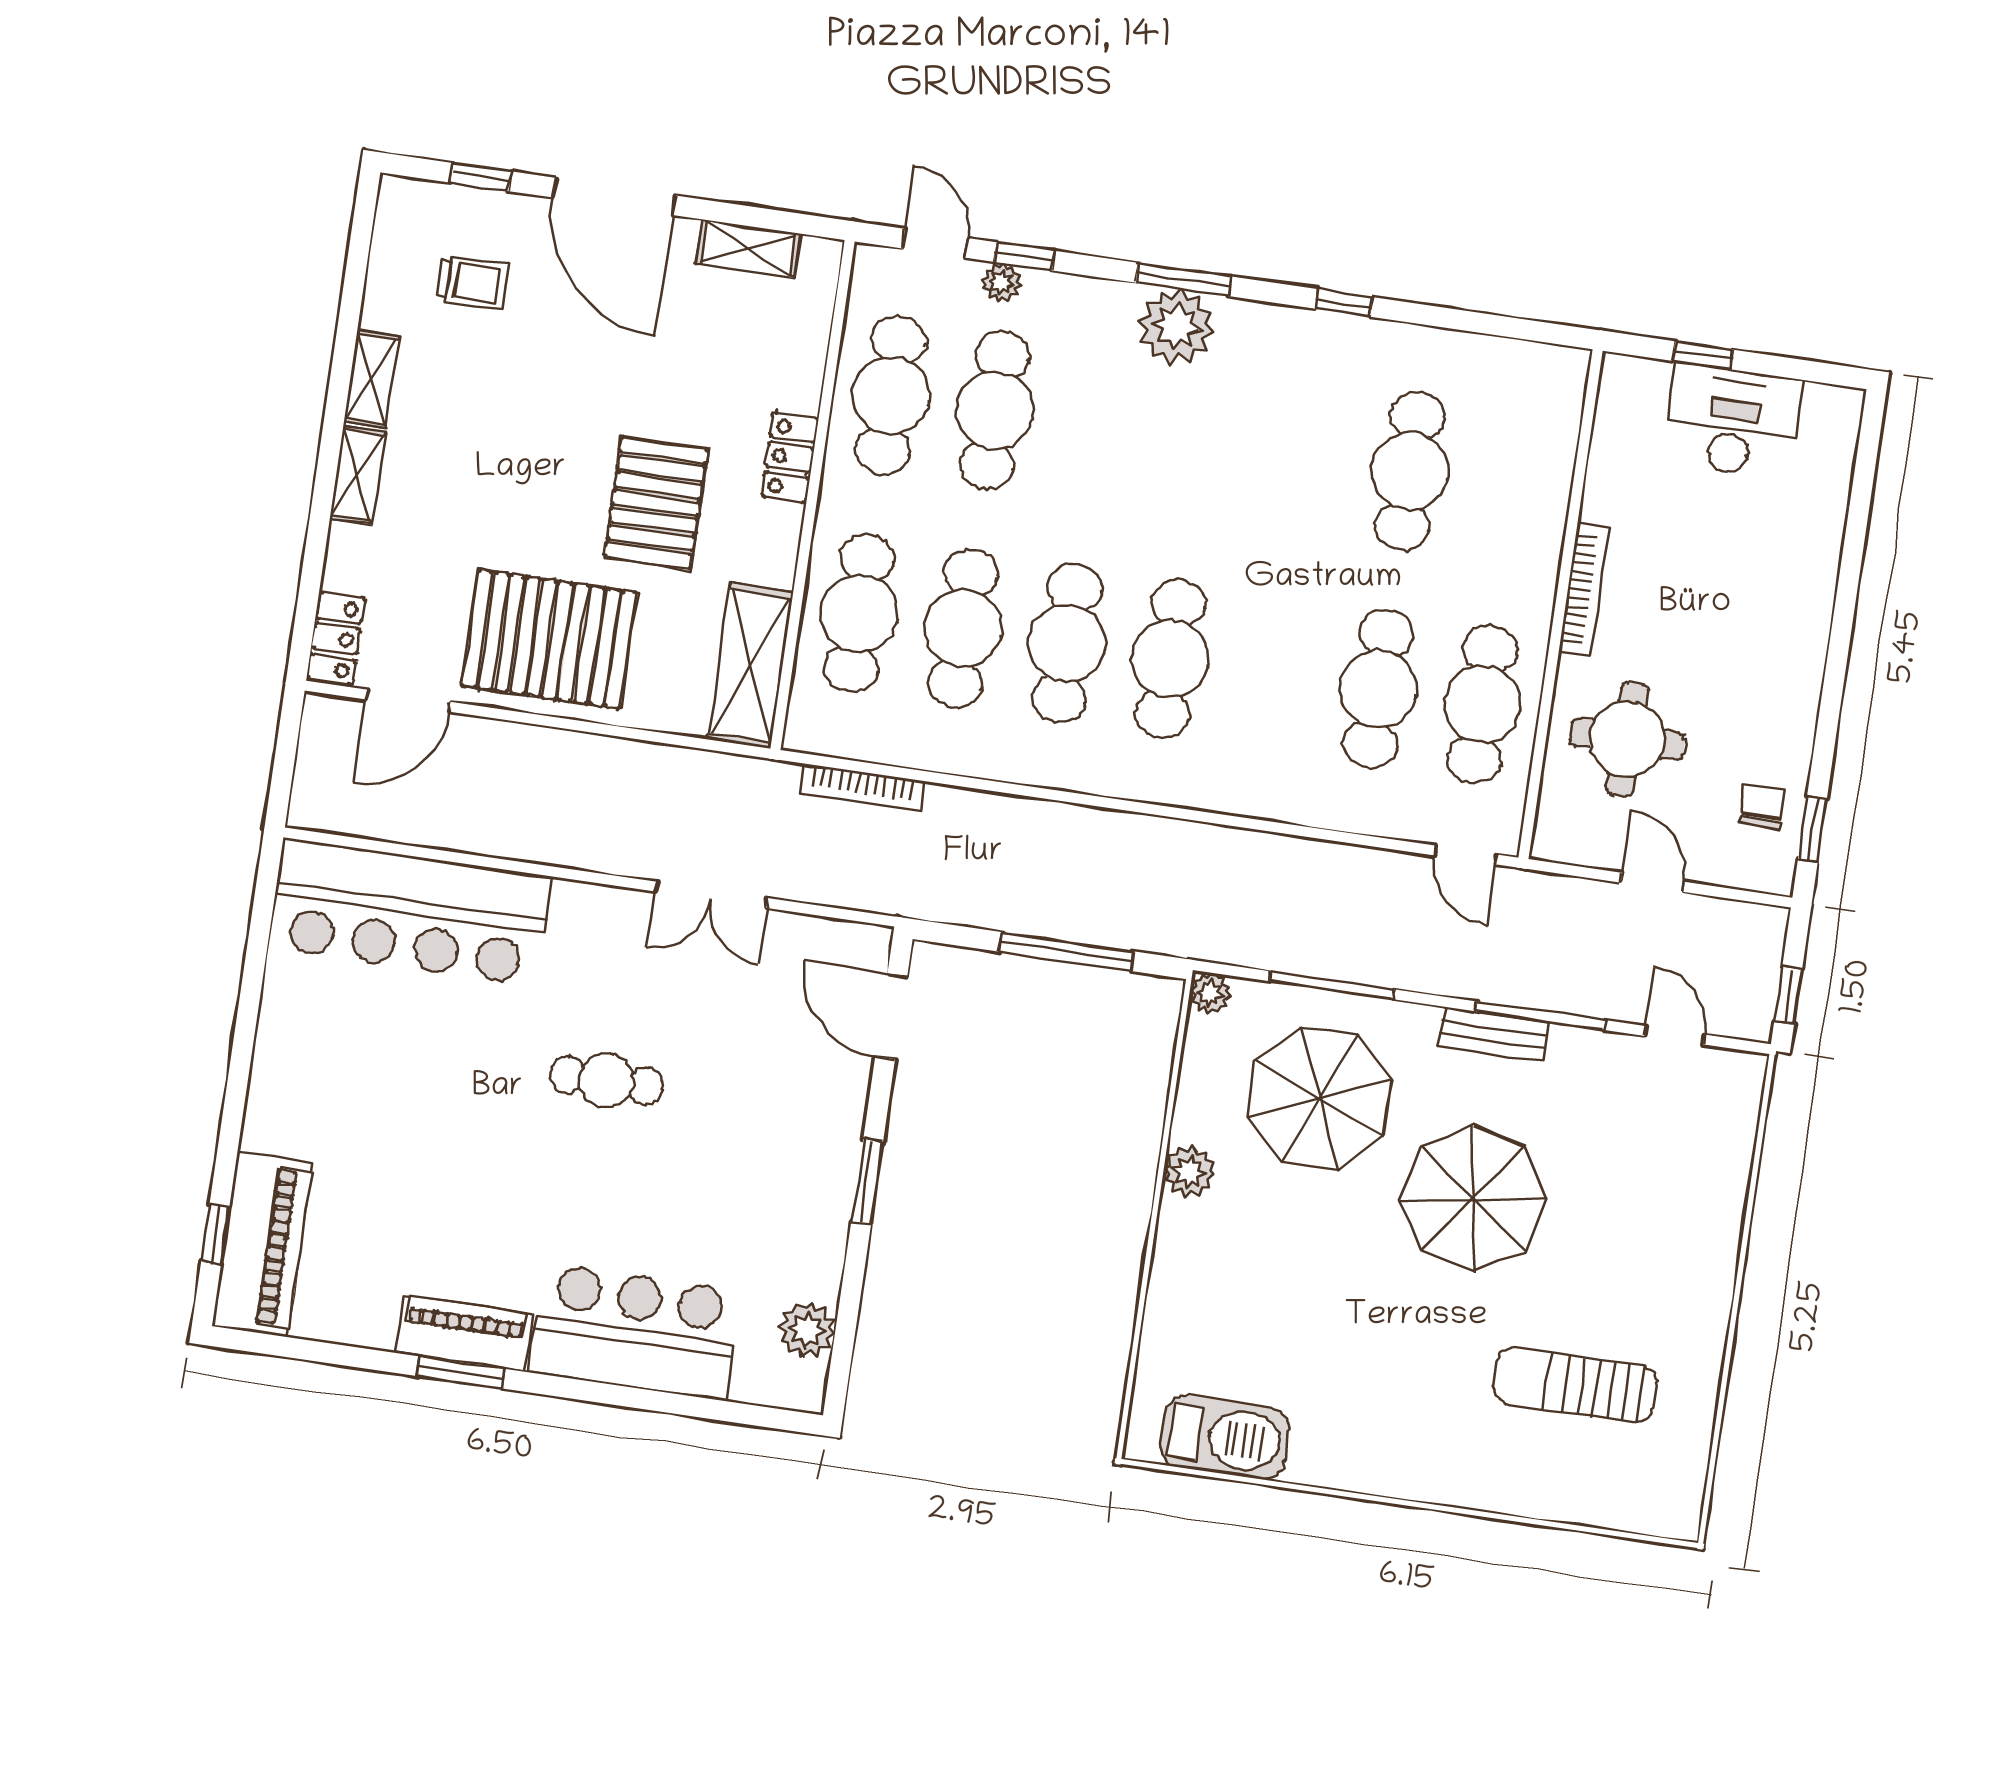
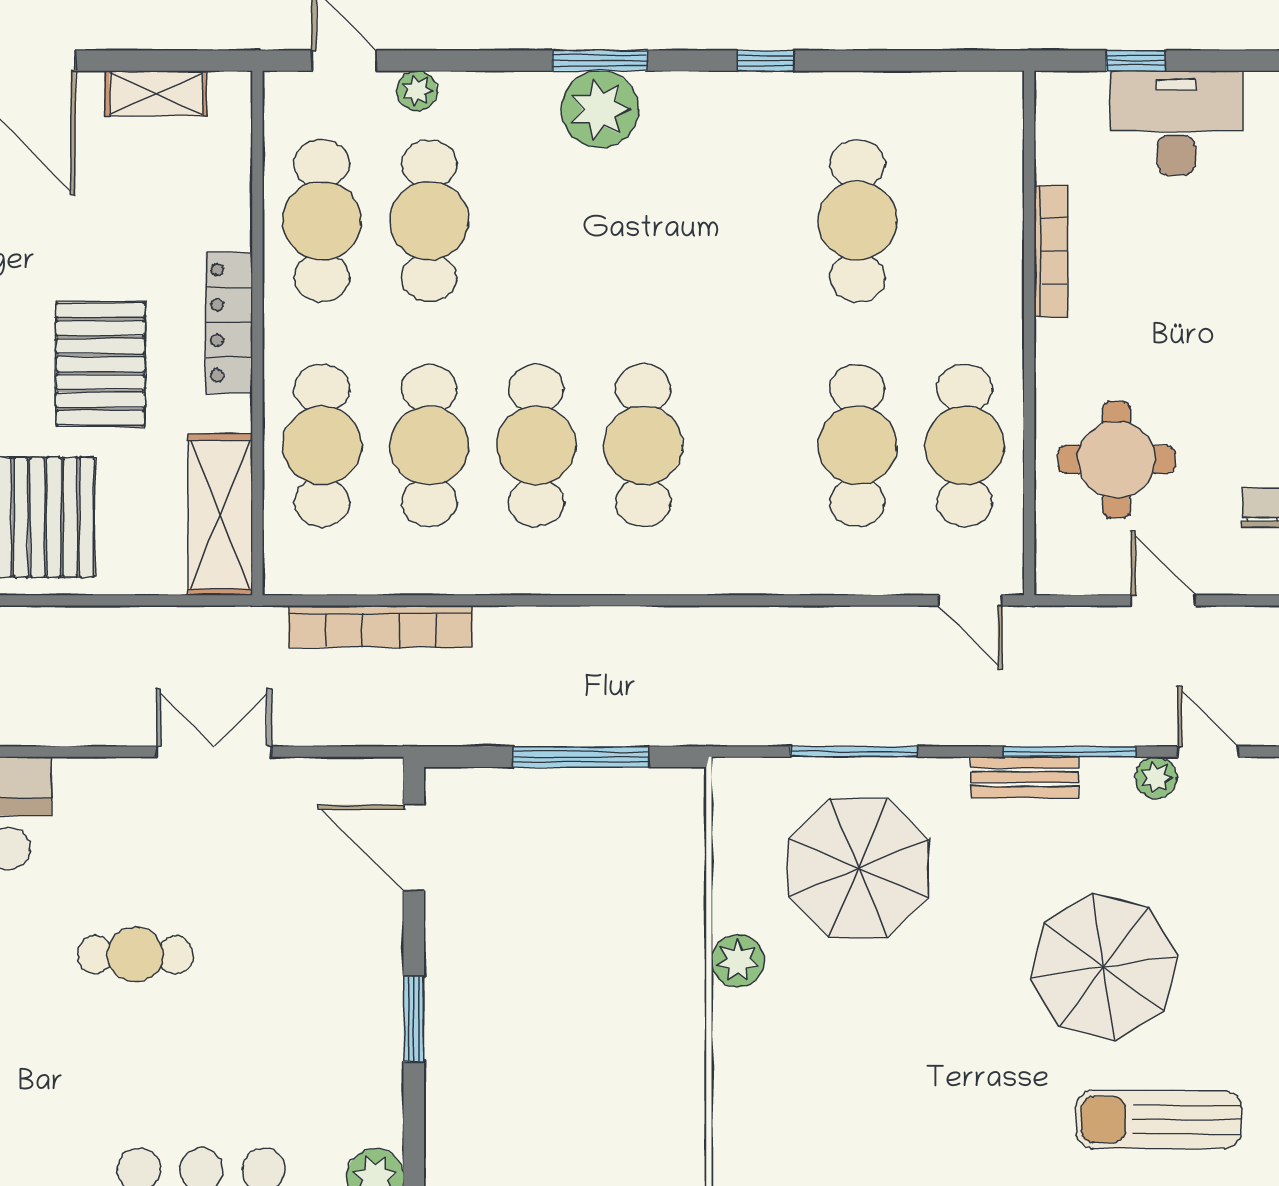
window: (1024, 256) -> (436, 61), removed
locker: (790, 457) -> (229, 323), width x1.53
bookcase: (1584, 590) -> (1051, 251), moved
bookcase: (862, 788) -> (381, 626), width x1.48, depth x1.31
double door: (711, 895) -> (214, 752), swing flipped
plant: (1210, 993) -> (1156, 778), moved
parasol: (1473, 1198) -> (1104, 967), moved

